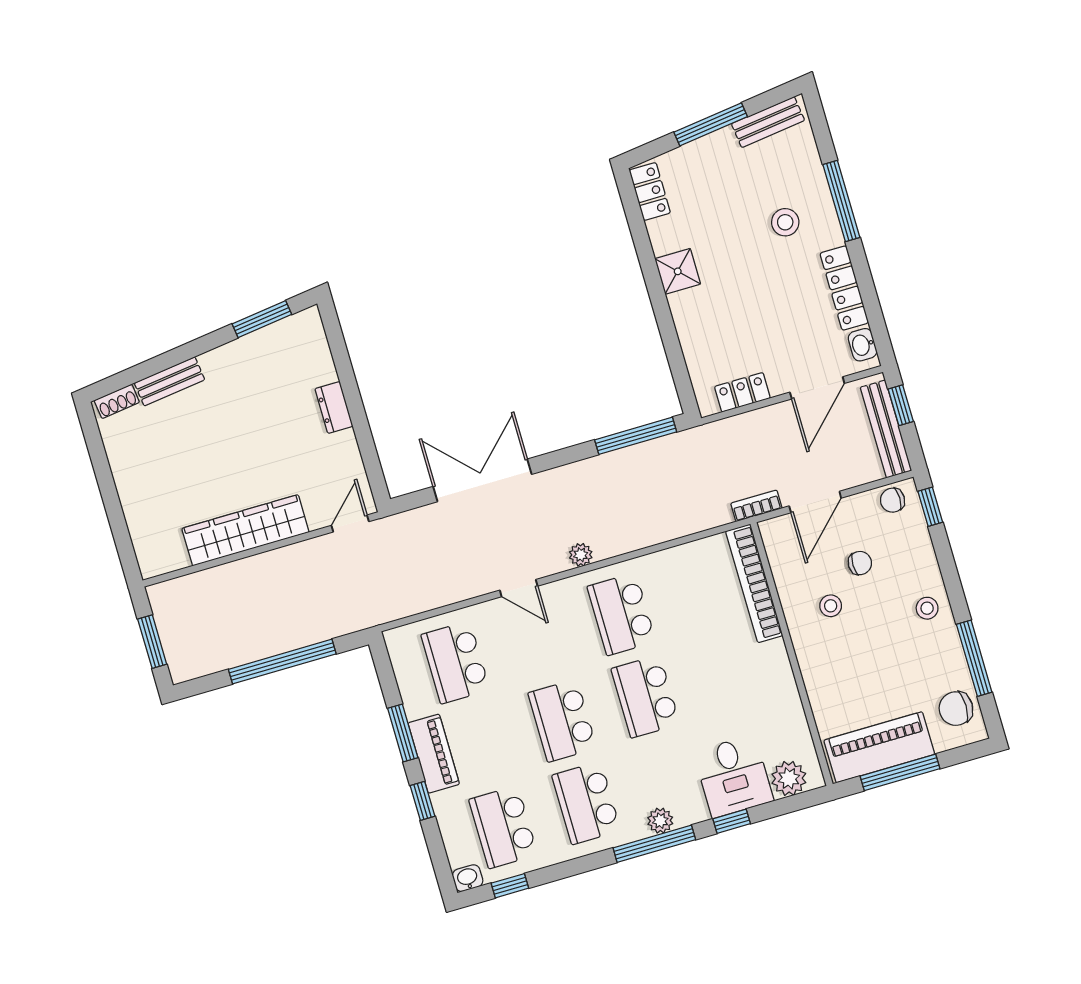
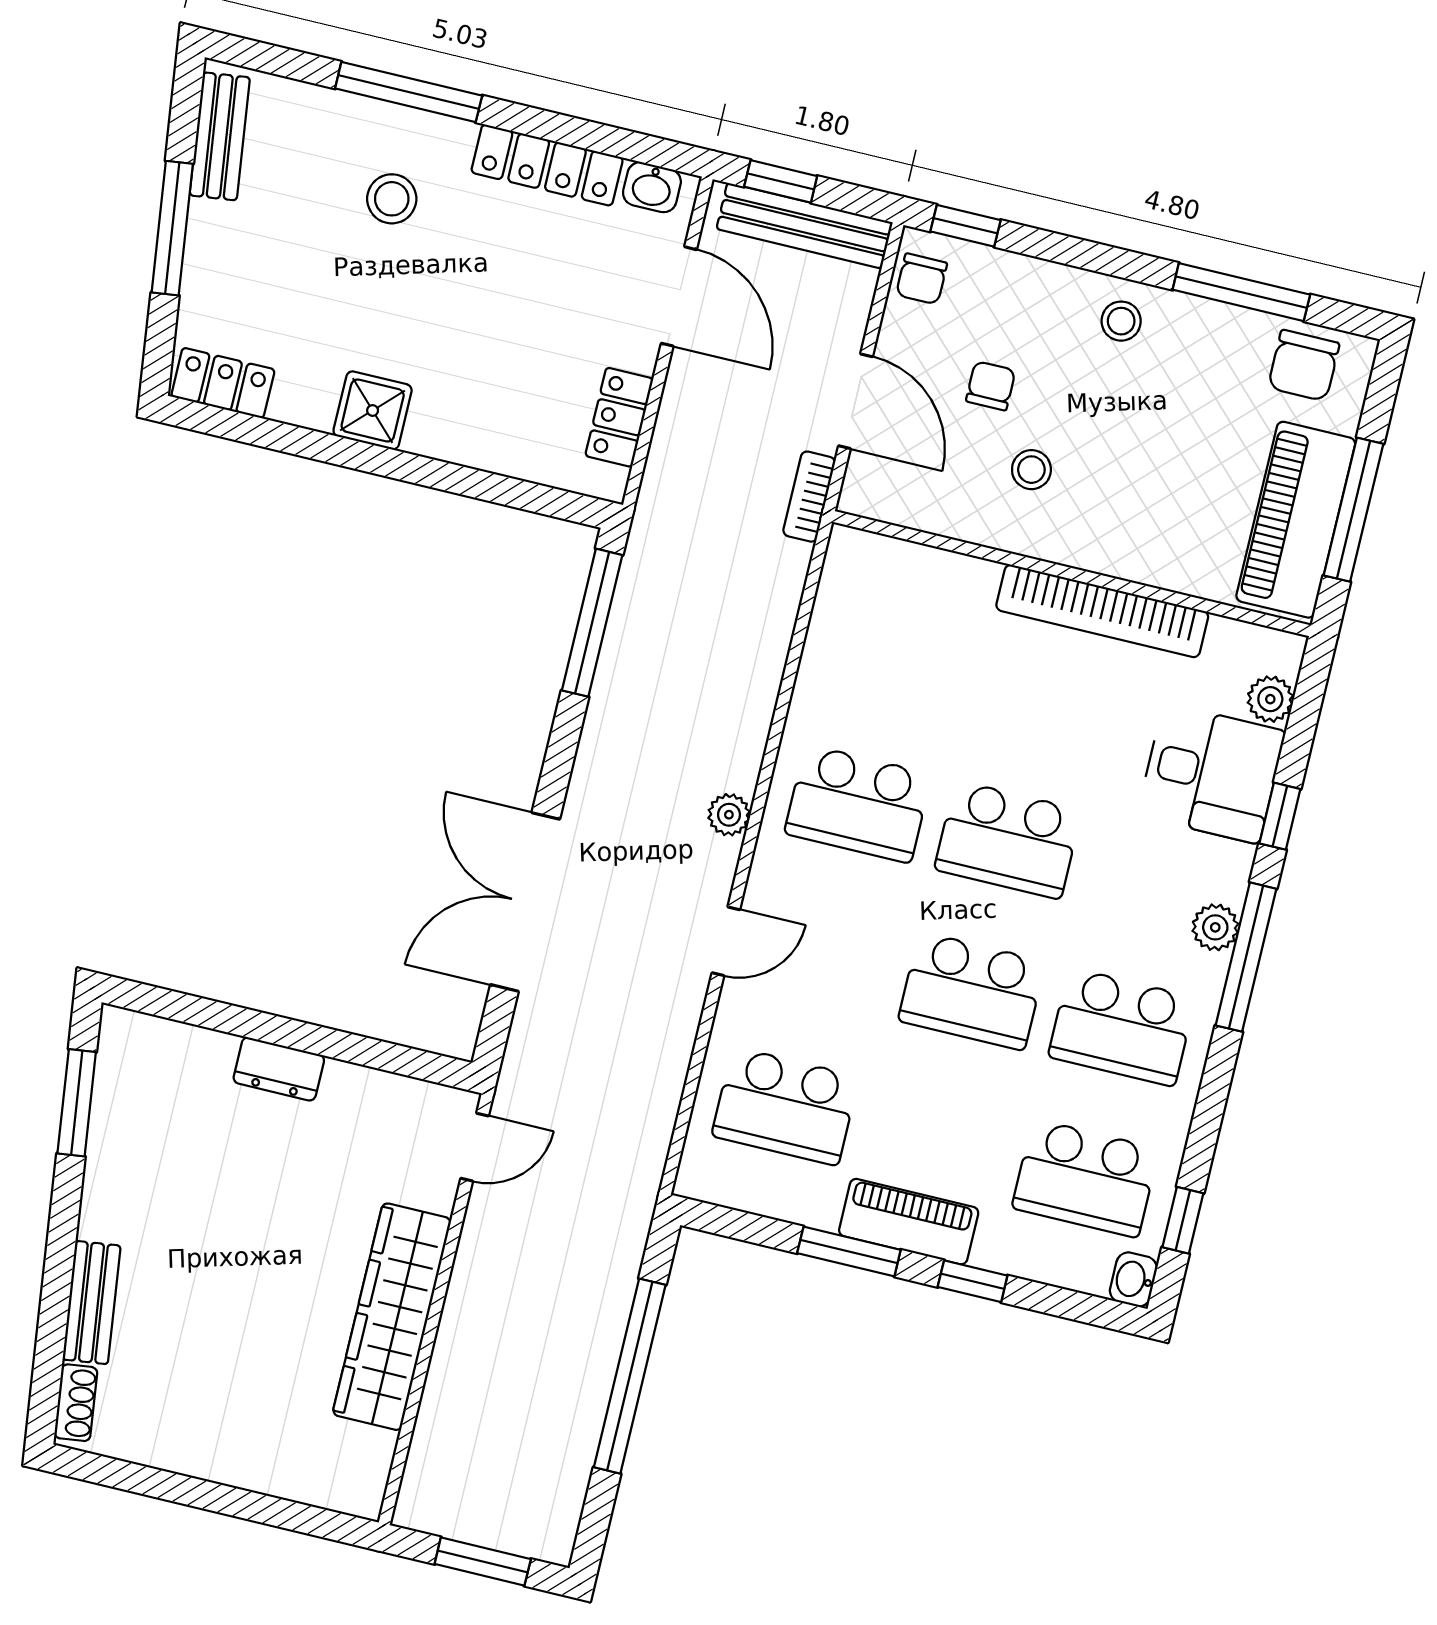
door: (350, 524) -> (475, 1147), swing flipped
bookcase: (754, 583) -> (1102, 611), moved
plant: (789, 778) -> (1270, 699), width x0.73, depth x0.73

